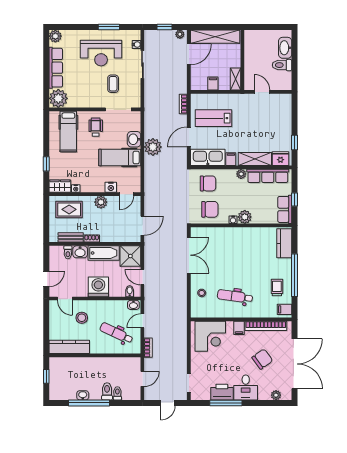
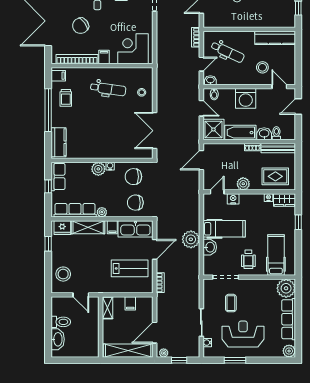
stool: (280, 113) -> (63, 274), added
bench: (71, 237) -> (278, 148), width x1.36

